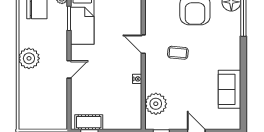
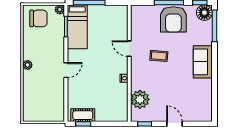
plant: (29, 58) -> (28, 65), width x0.53, depth x0.53
sofa: (230, 89) -> (203, 62), moved

